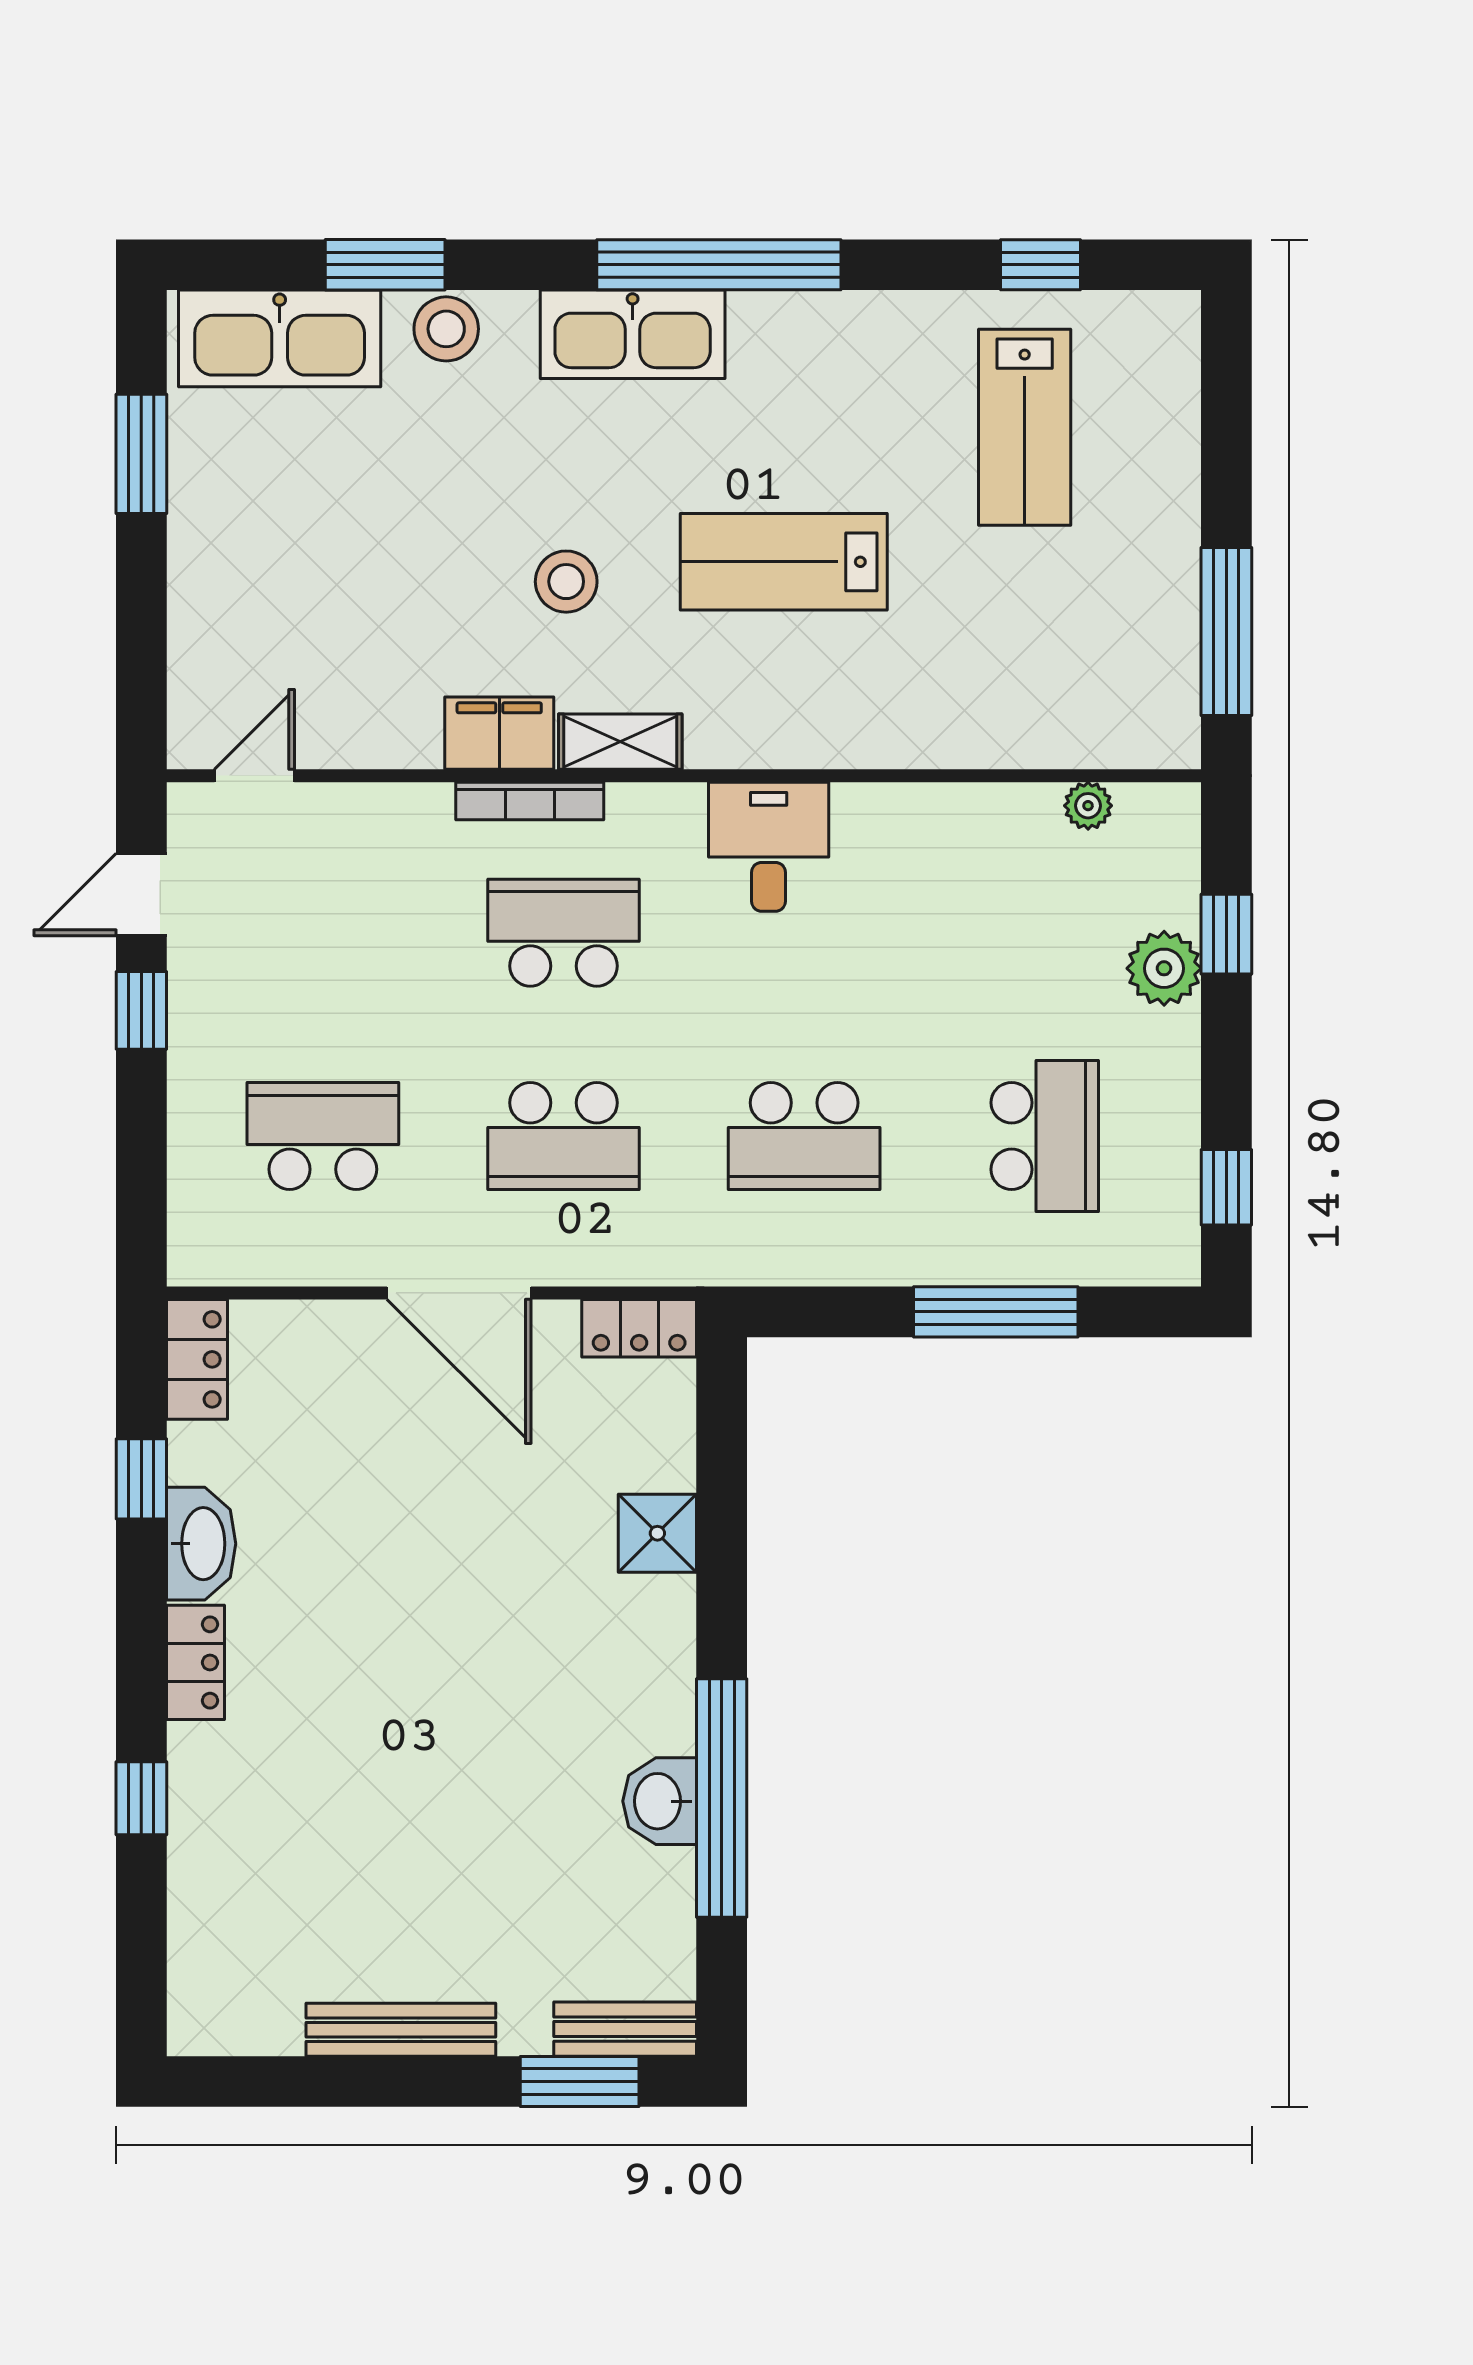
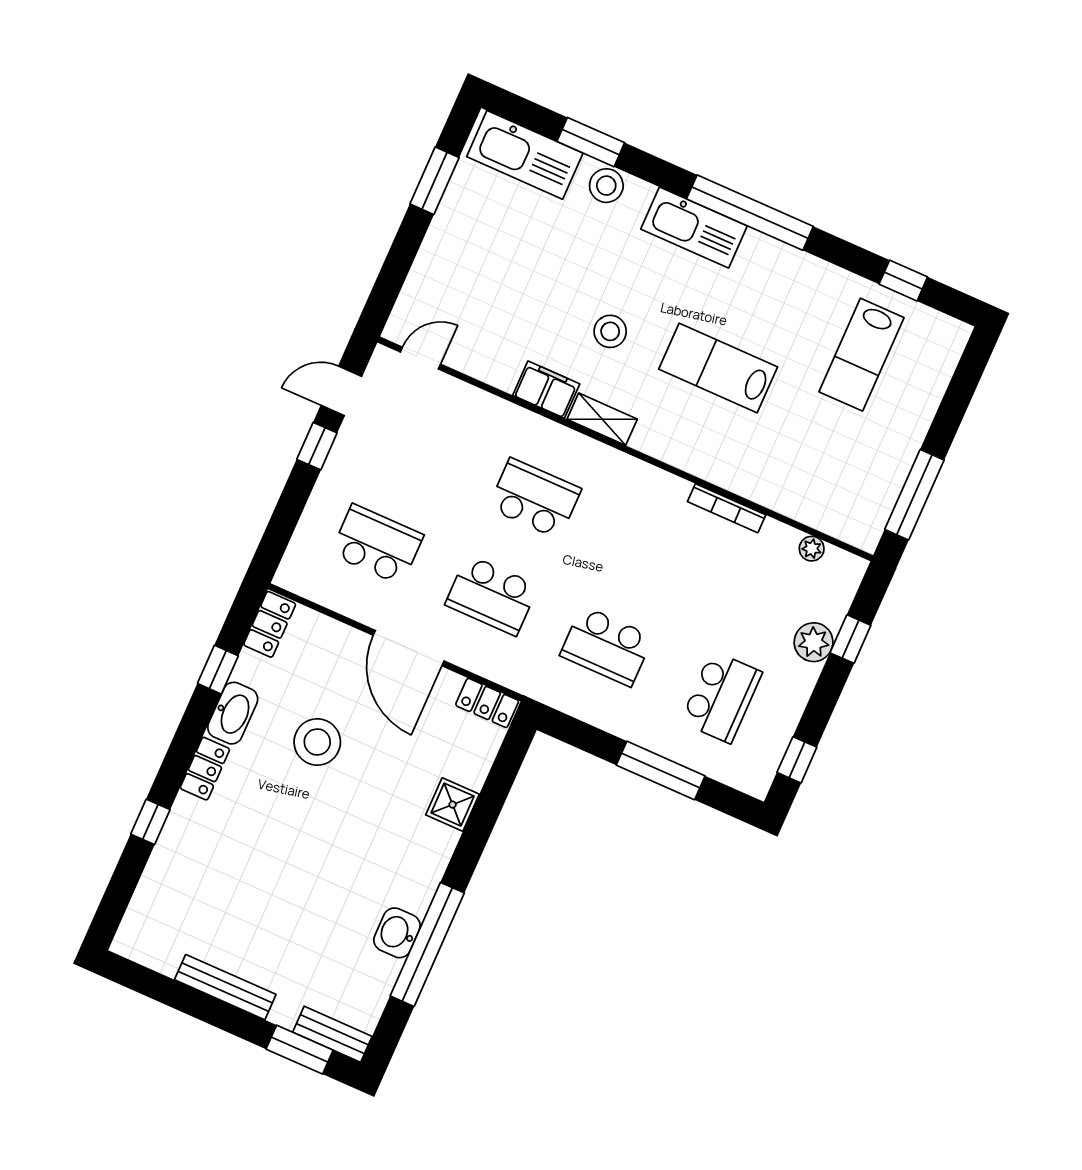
bookcase: (530, 801) -> (727, 508), moved
desk: (769, 847) -> (651, 501), removed
stool: (372, 1529) -> (317, 742), added

